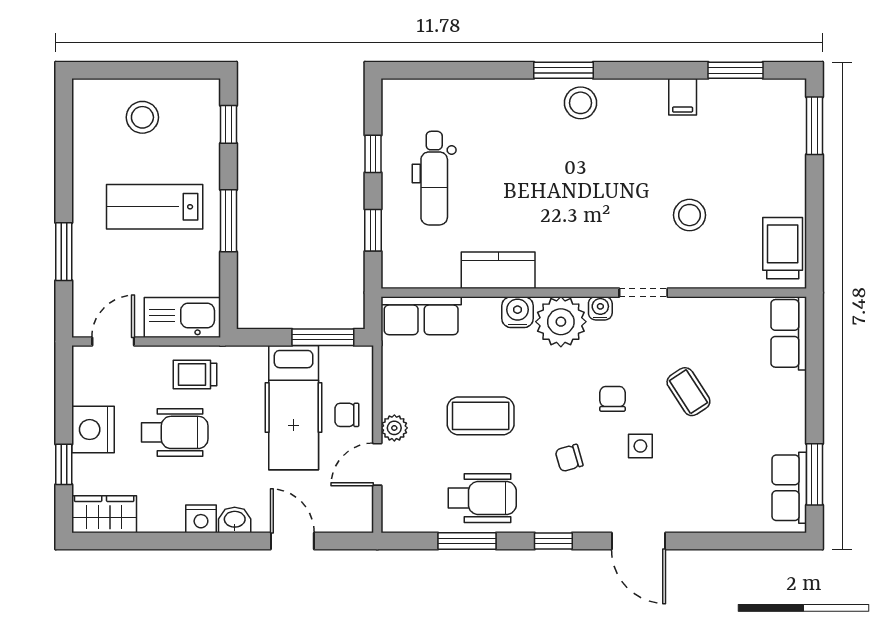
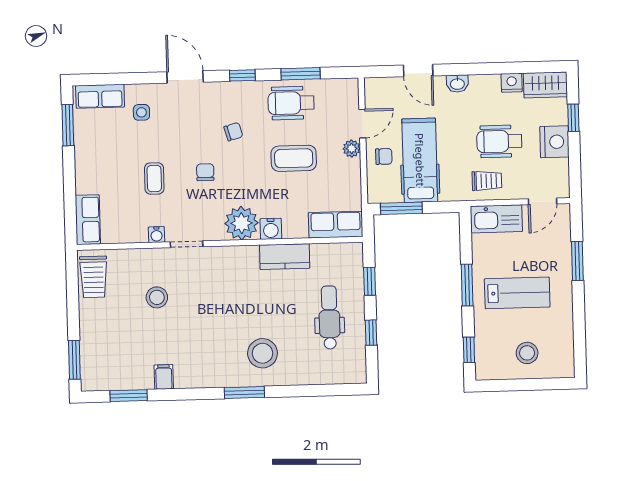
stool: (581, 103) -> (263, 353), moved, width x1.38, depth x1.38
water cooler: (600, 308) -> (157, 235), moved
coffee table: (688, 392) -> (154, 178), turned 33
chair: (612, 399) -> (205, 172), turned 180
side table: (640, 446) -> (141, 112), moved
row of seats: (789, 488) -> (100, 96), moved, turned 90
nightstand: (201, 519) -> (512, 83), moved

